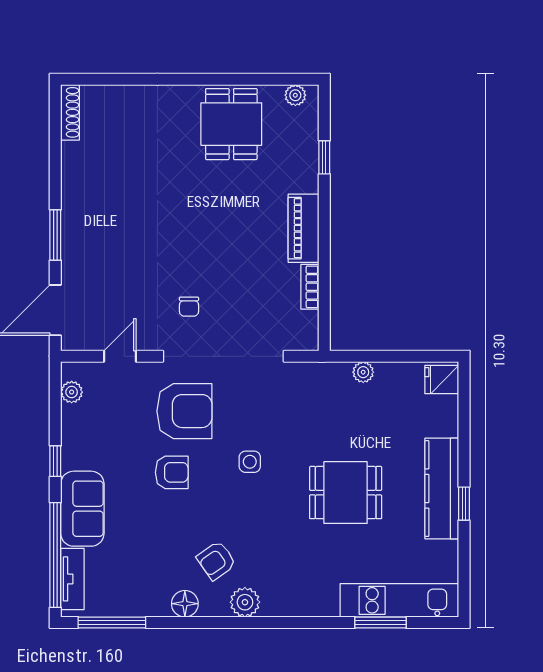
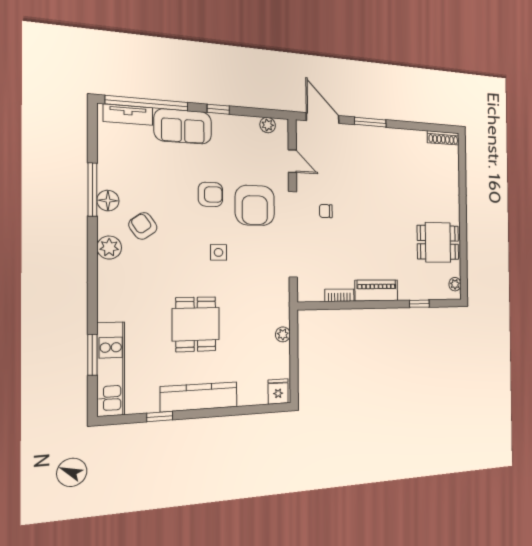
armchair: (172, 472) -> (210, 194), turned -90
window: (464, 504) -> (160, 416), moved
window: (112, 622) -> (92, 190), moved

